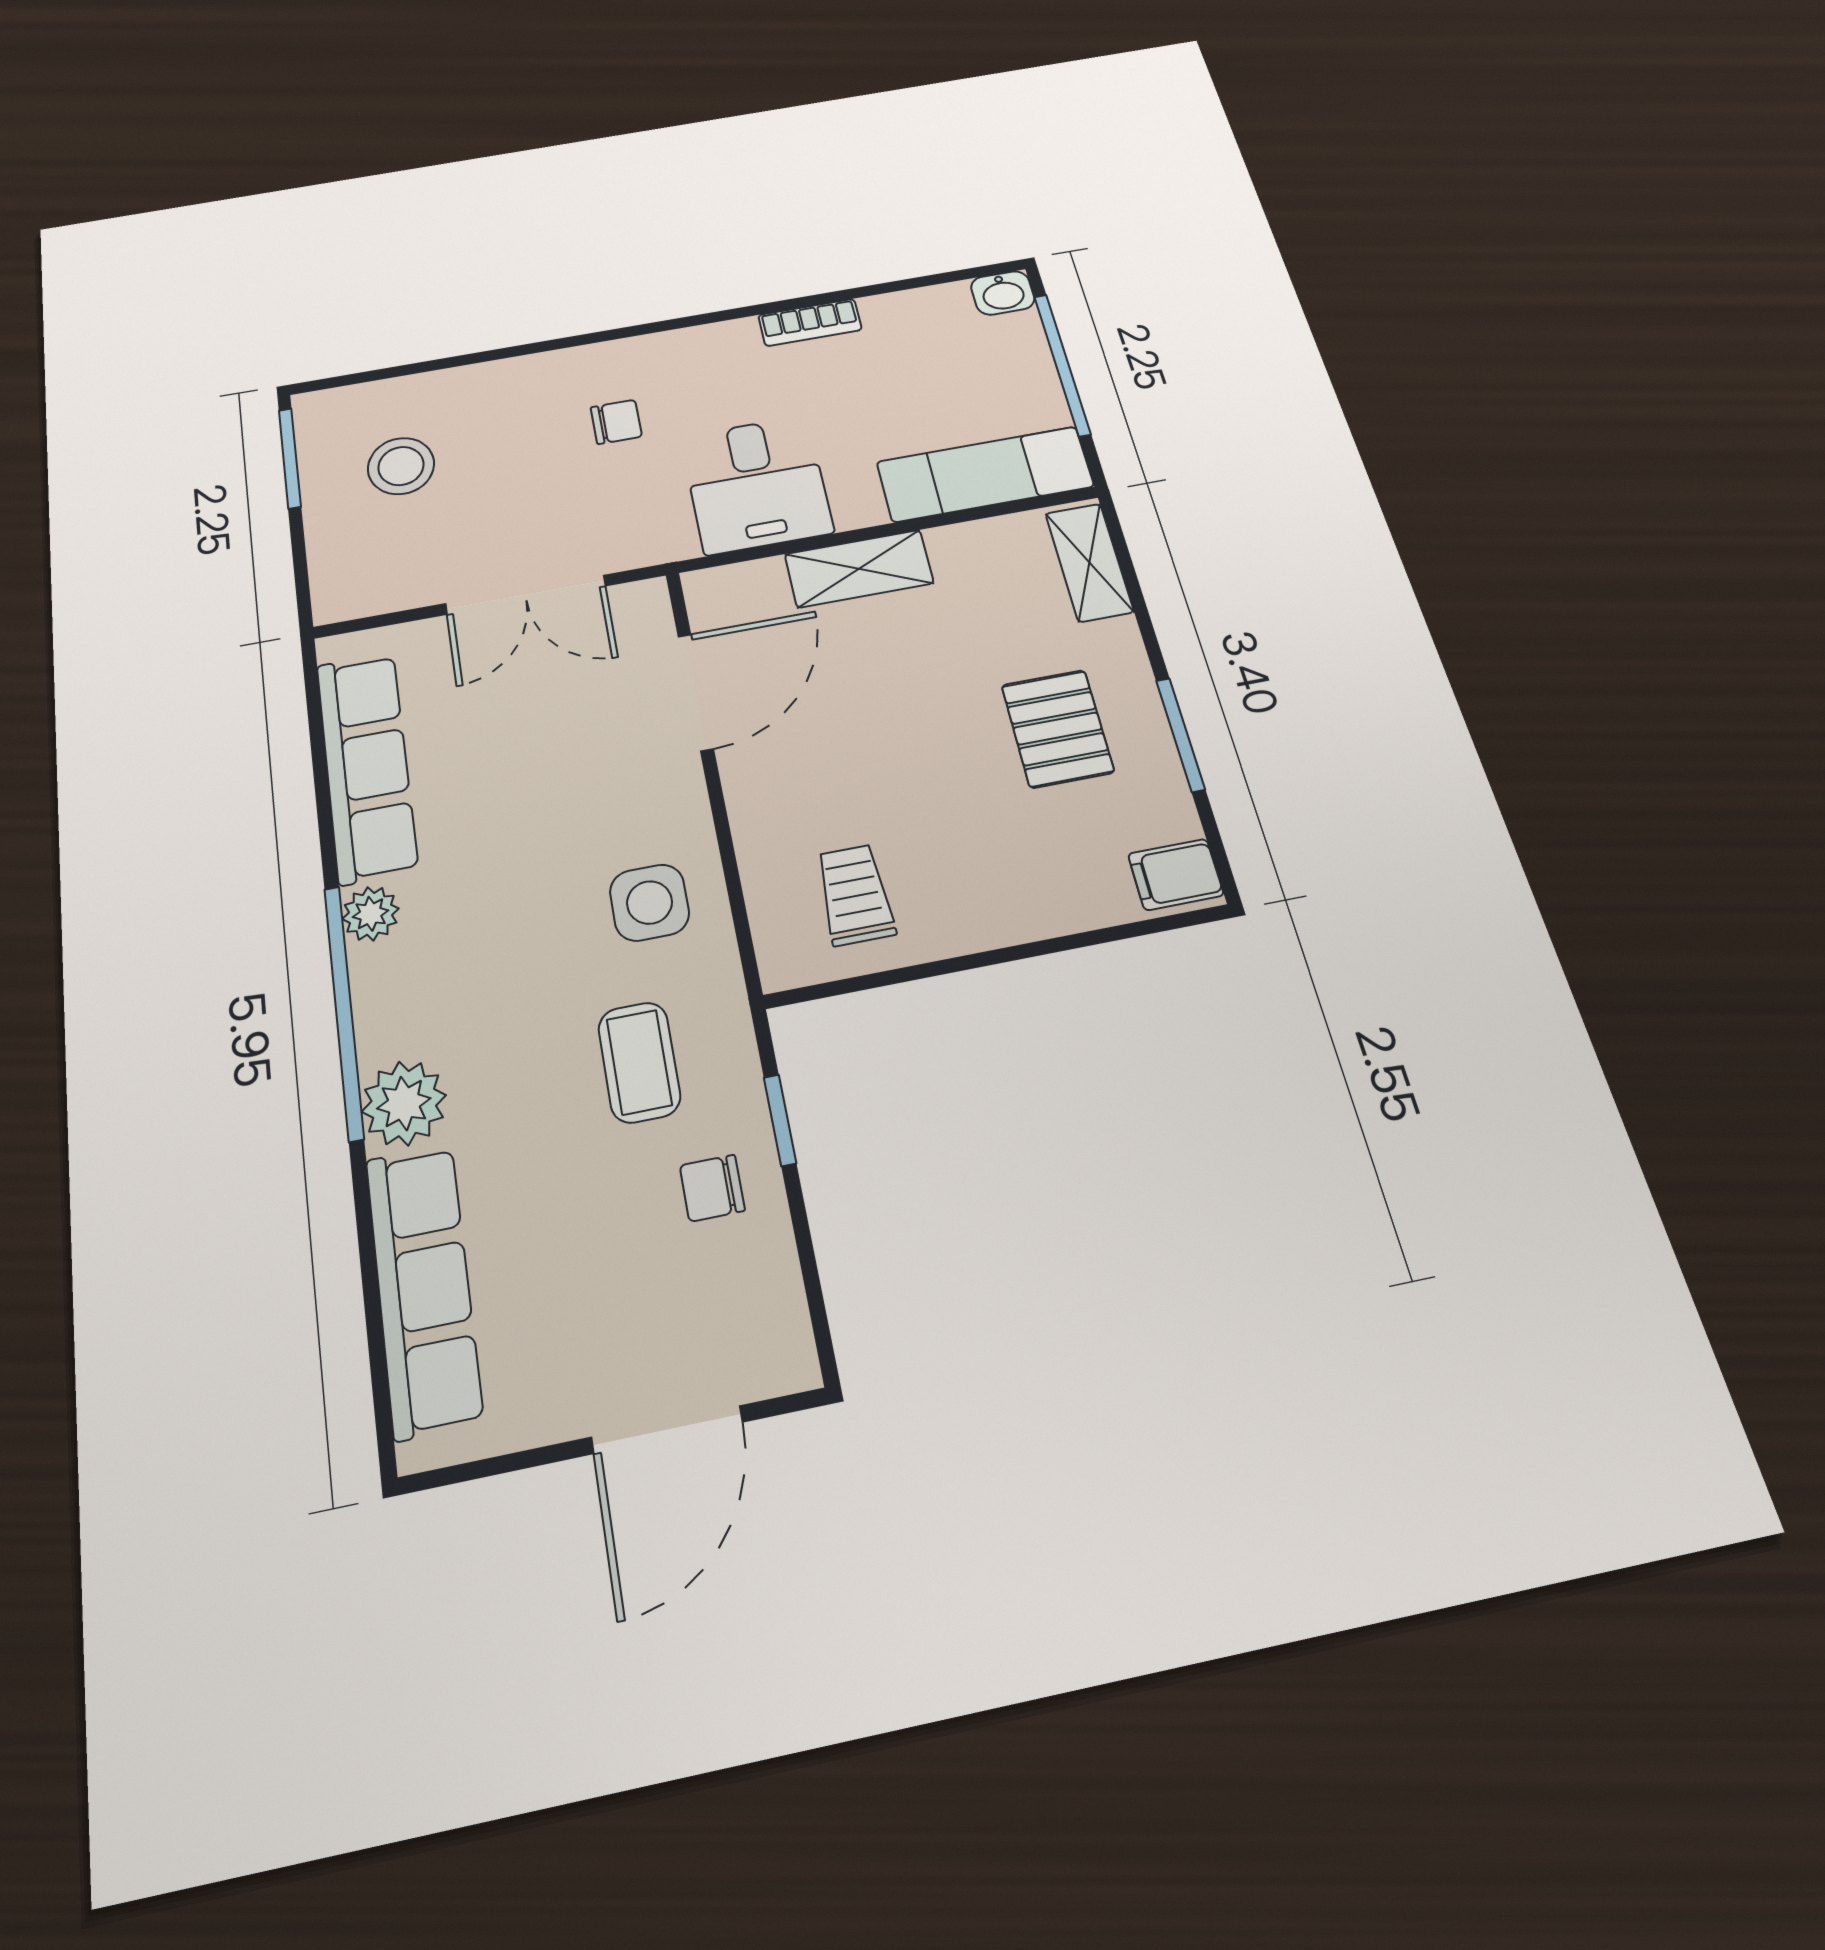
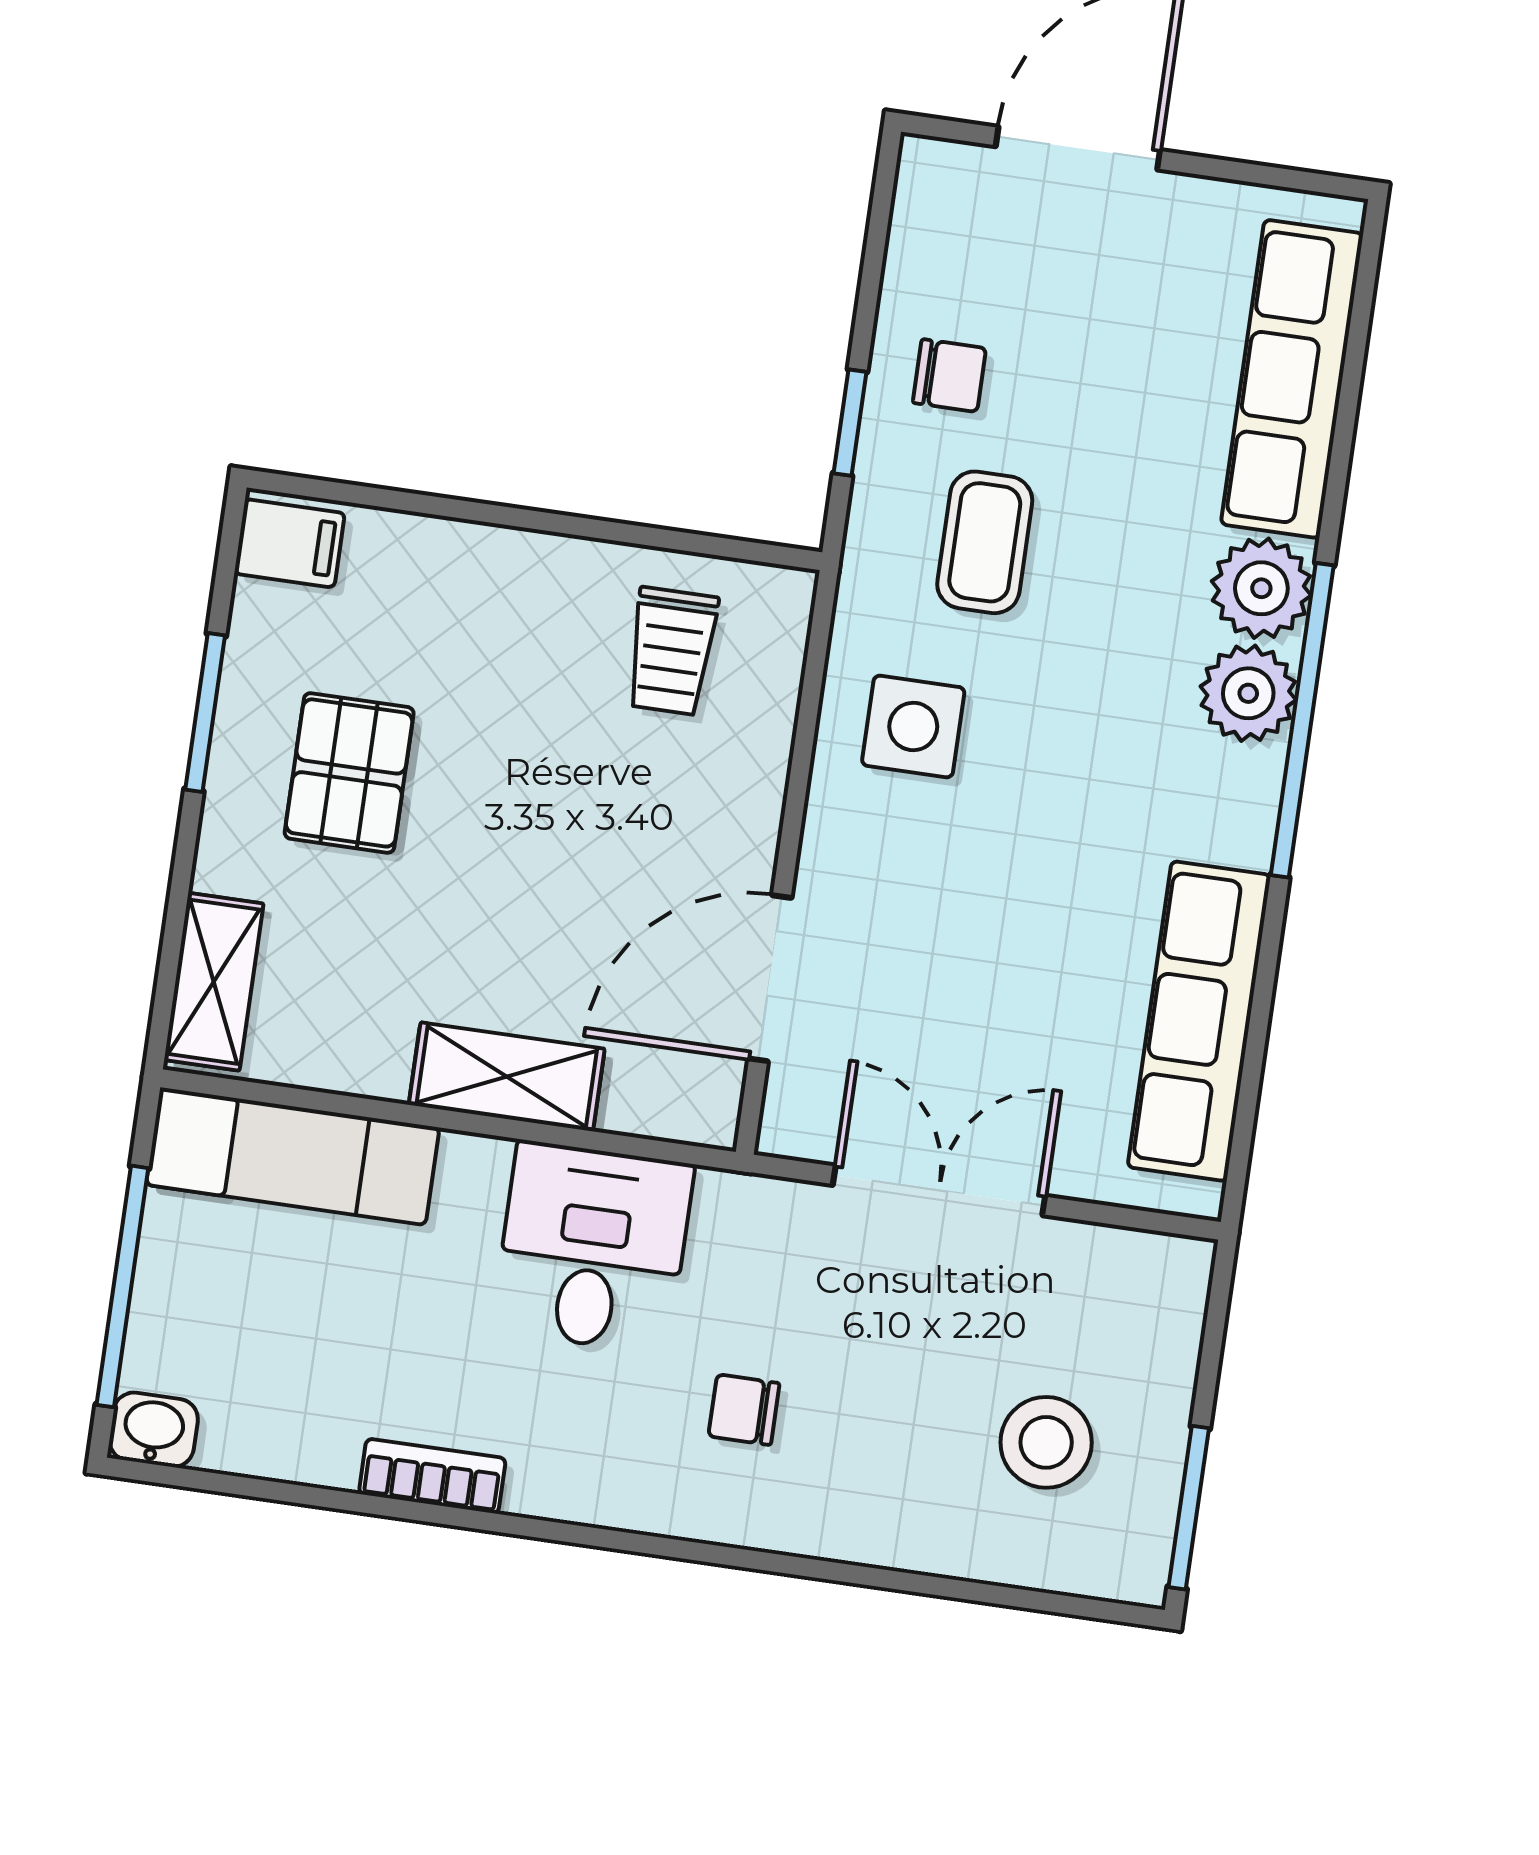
plant: (371, 914) -> (1248, 693), moved, width x1.38, depth x1.38

